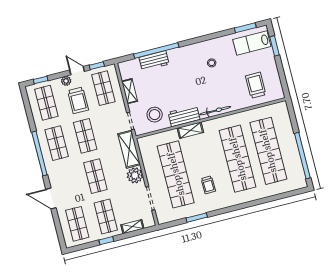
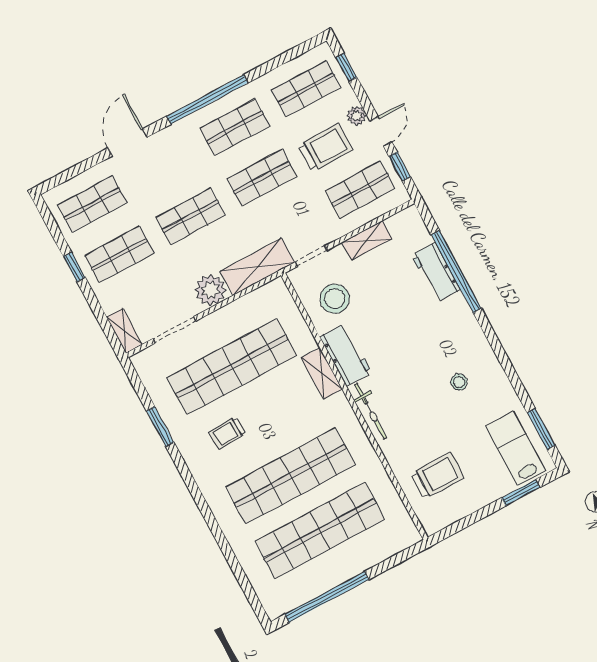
trolley: (78, 100) -> (326, 148), turned 180
shelving: (132, 227) -> (124, 331), moved

